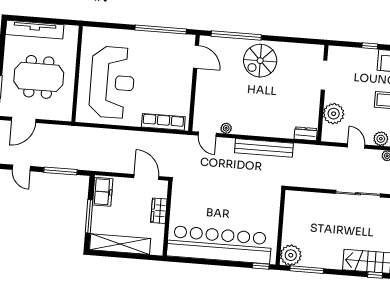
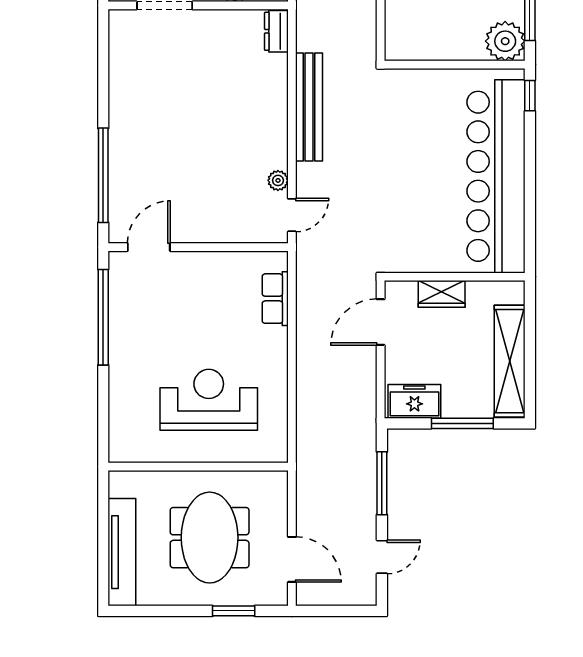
spiral stairs: (260, 61) -> (147, 127), removed
reception desk: (112, 82) -> (209, 400), width x0.74, depth x0.77
row of seats: (163, 122) -> (275, 299), width x0.68

